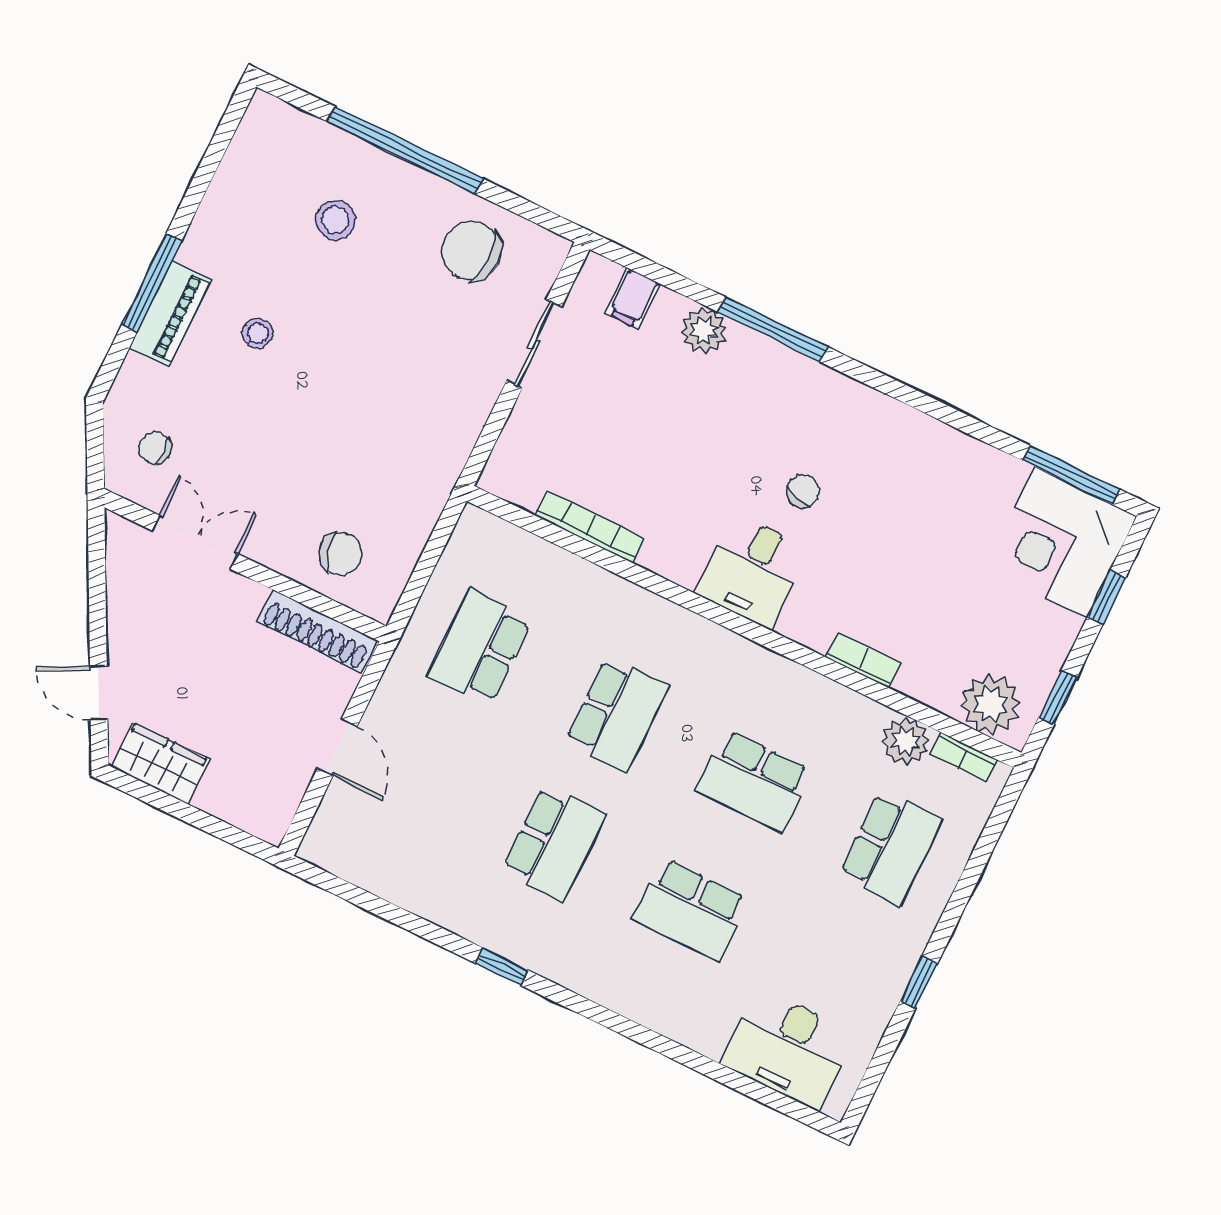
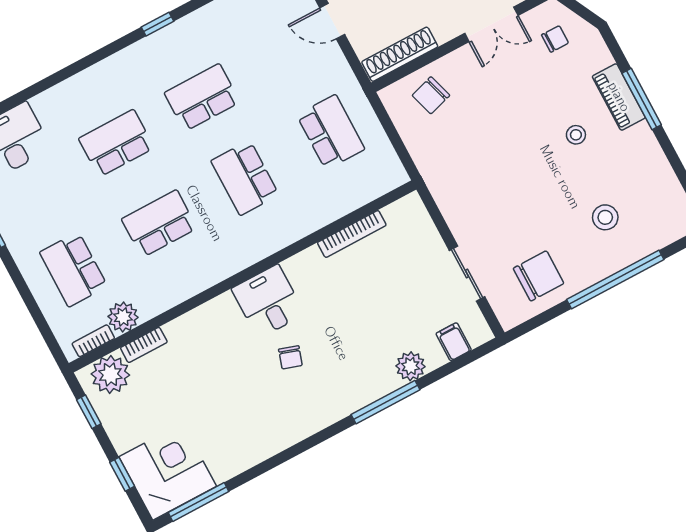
bookcase: (863, 660) -> (144, 345), moved
school desk: (554, 843) -> (202, 97), turned 90

